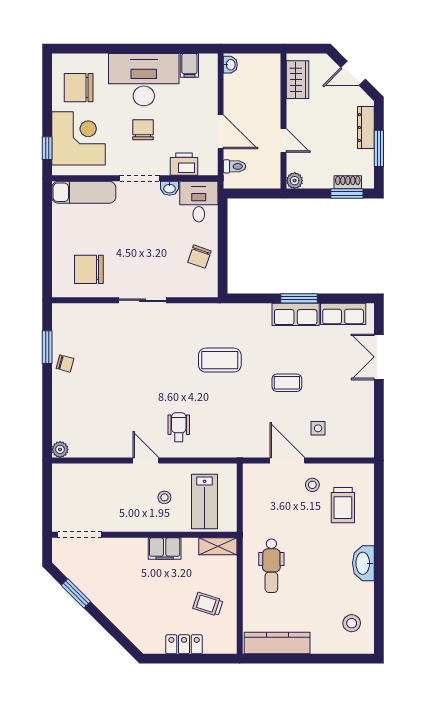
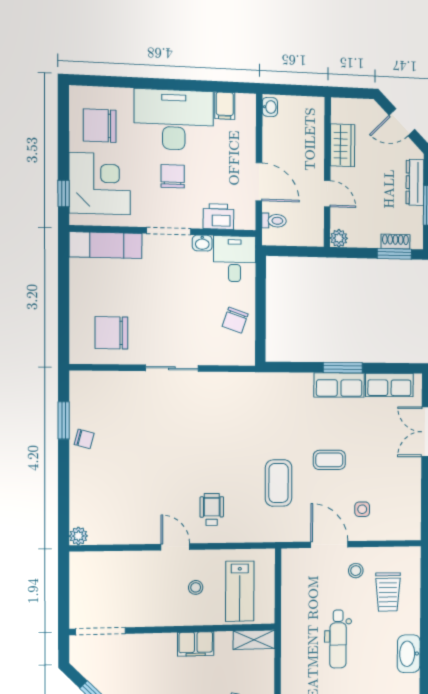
wardrobe: (297, 80) -> (343, 145), moved
coffee table: (220, 360) -> (279, 483), moved, turned 90
dental chair: (271, 566) -> (338, 639), moved

